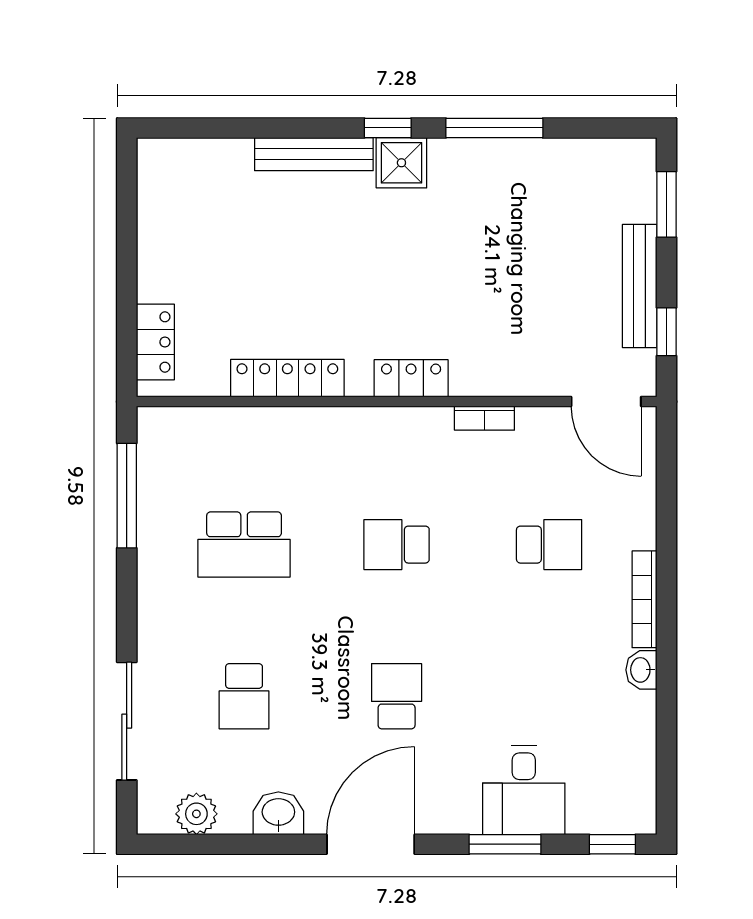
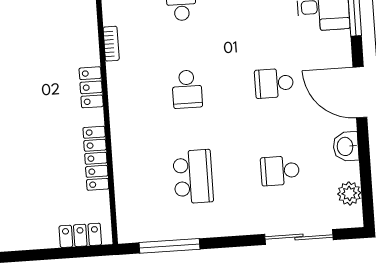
school desk: (244, 696) -> (280, 171), turned 180

